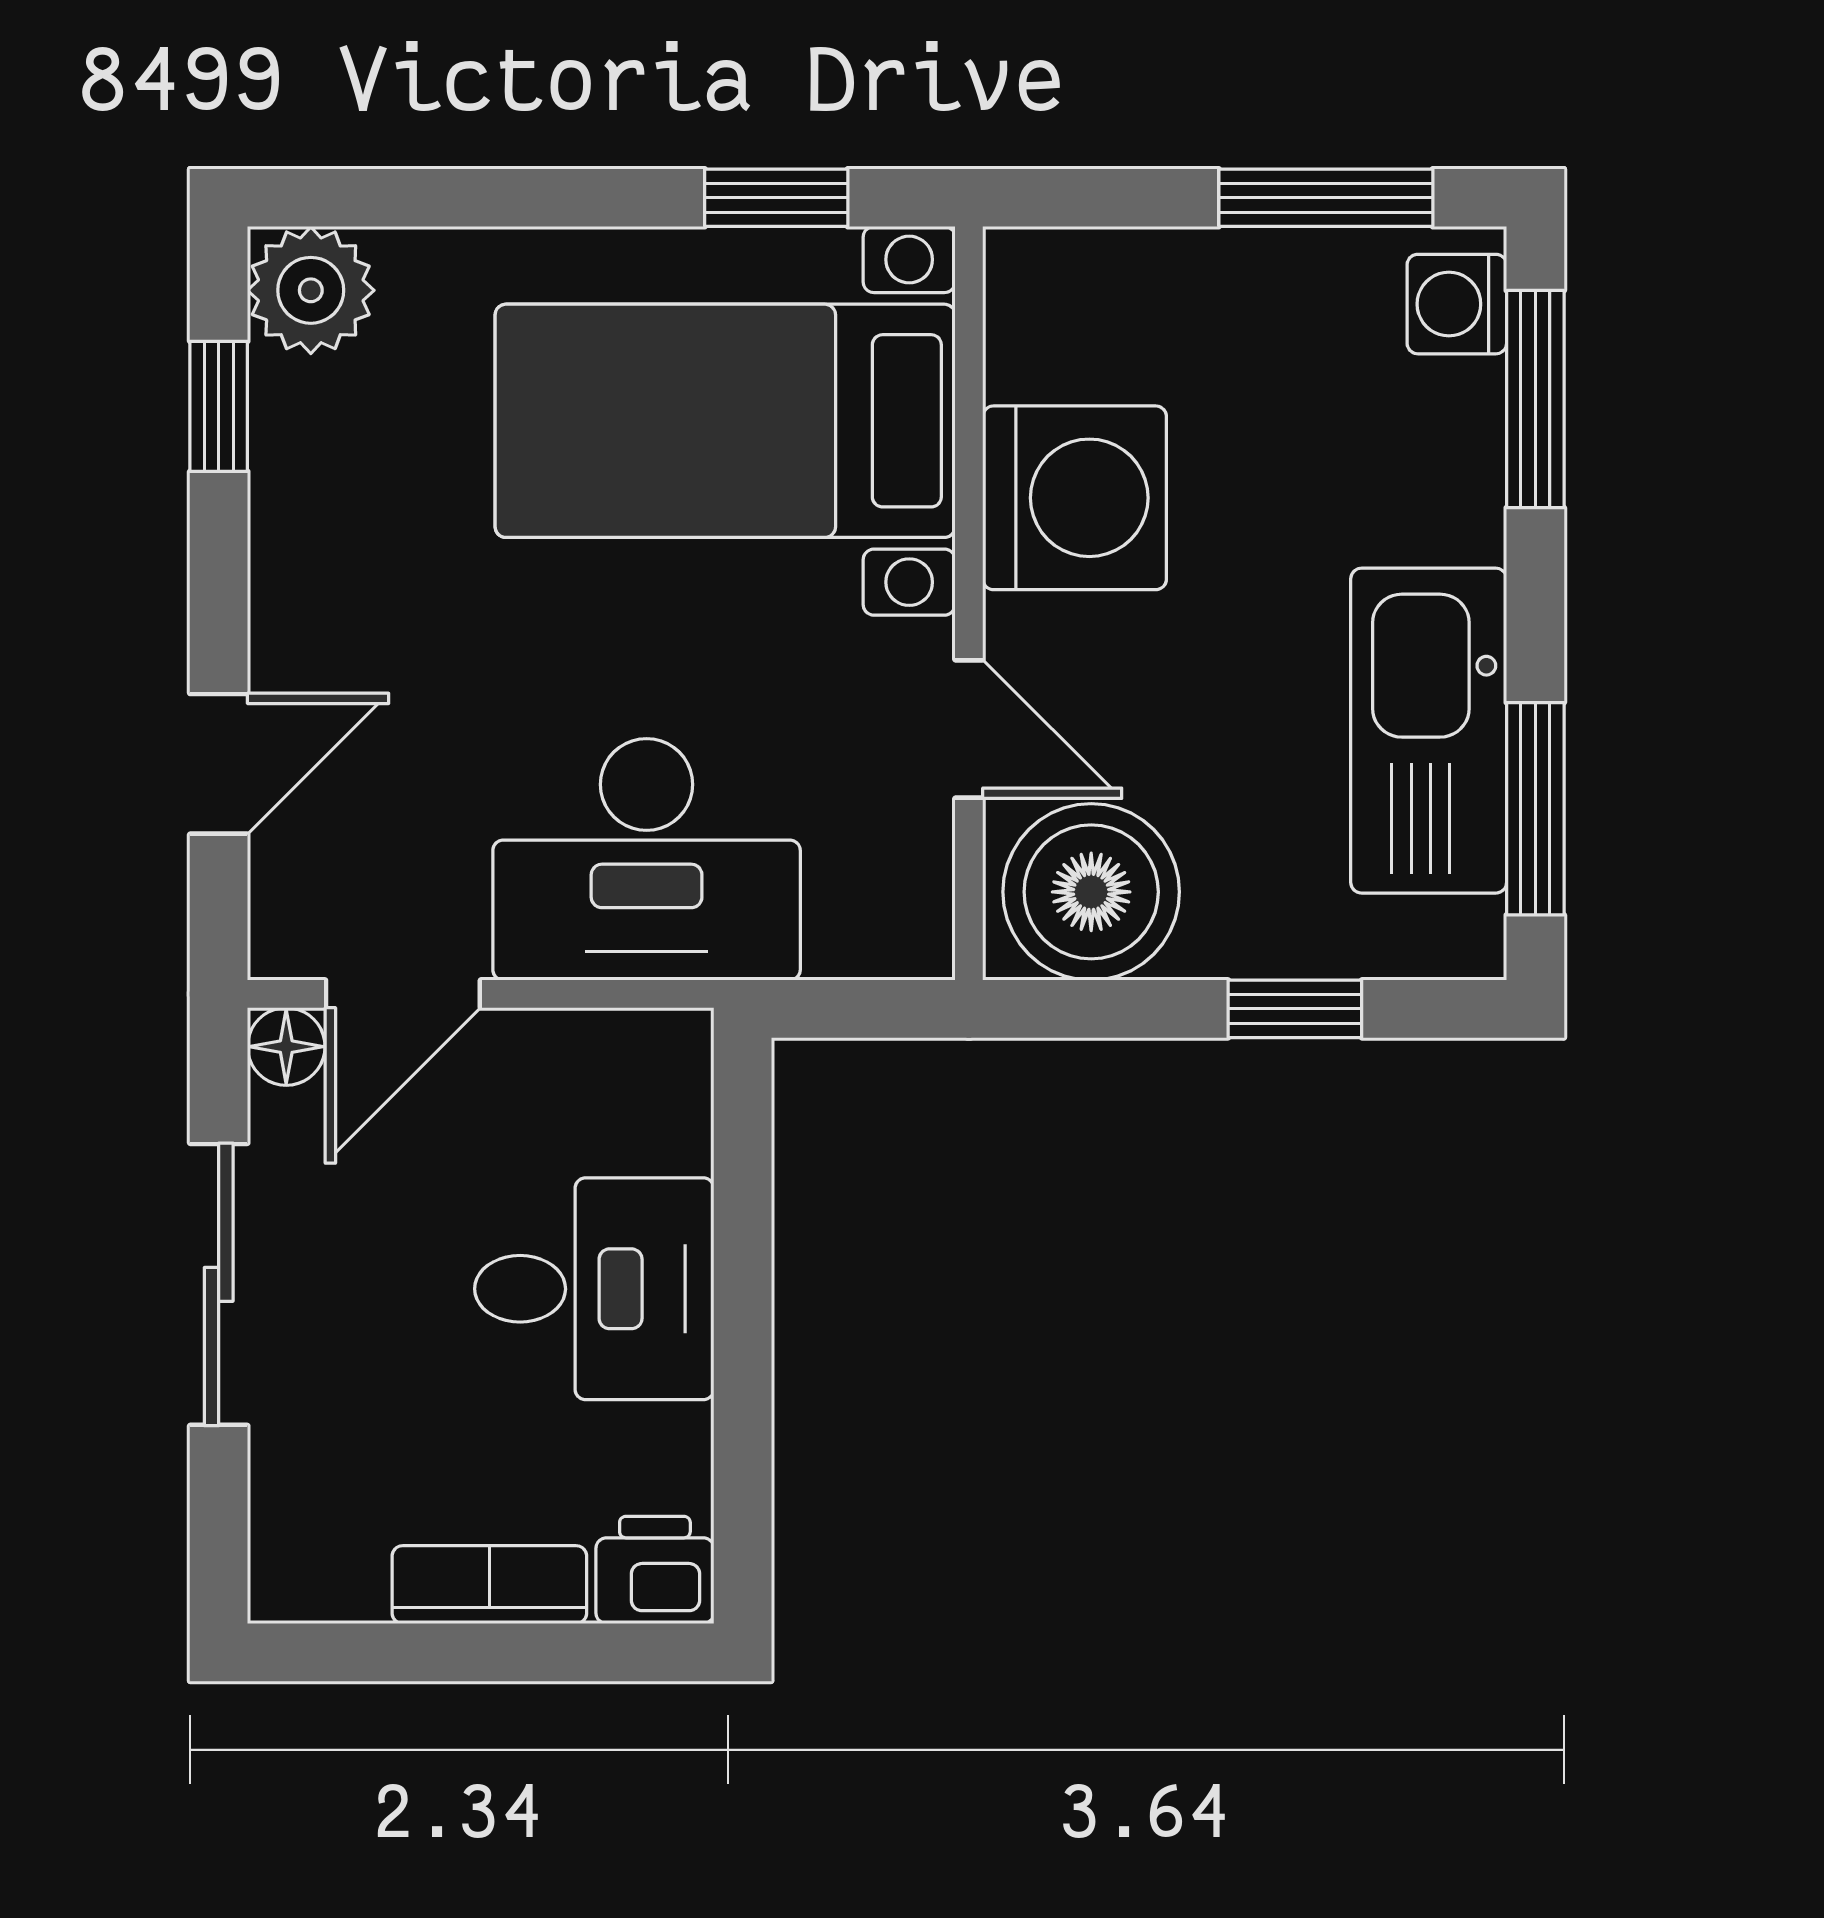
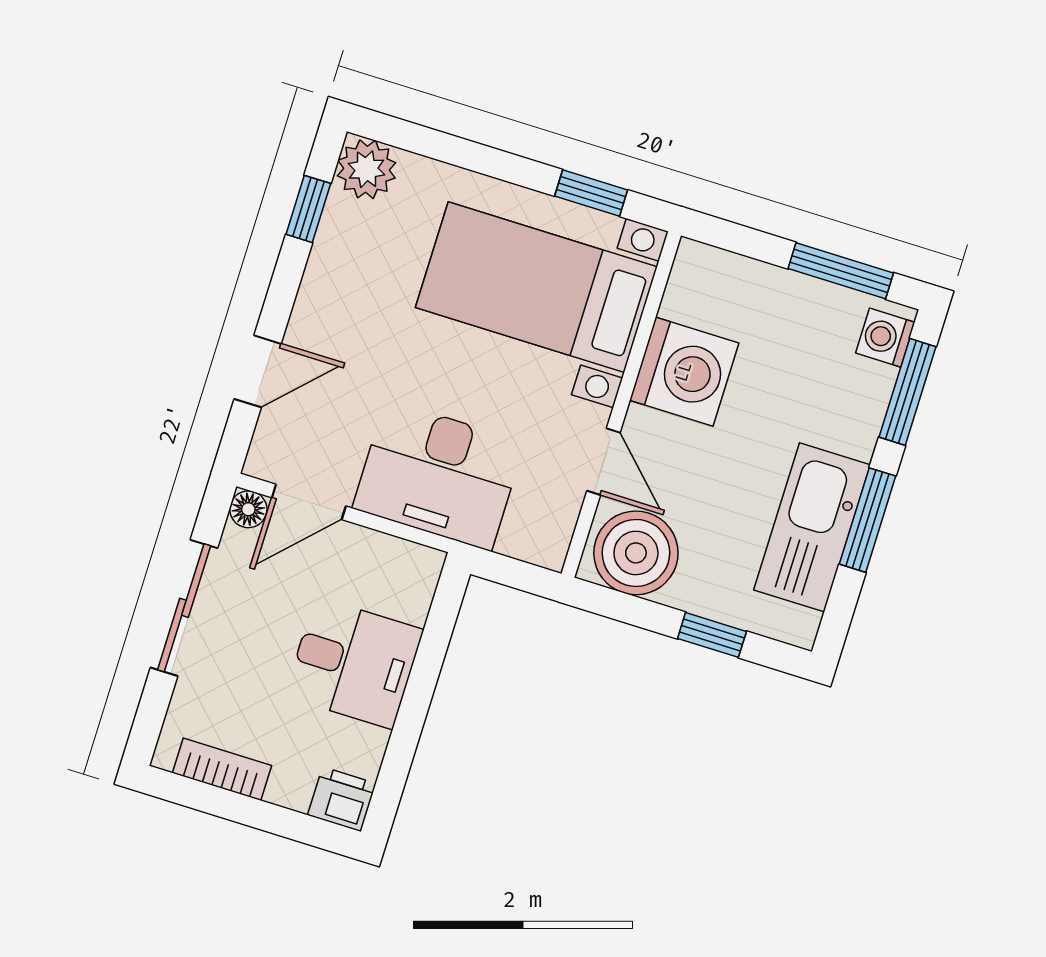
window: (1535, 809) -> (868, 520), moved
bookcase: (489, 1585) -> (222, 769), moved

